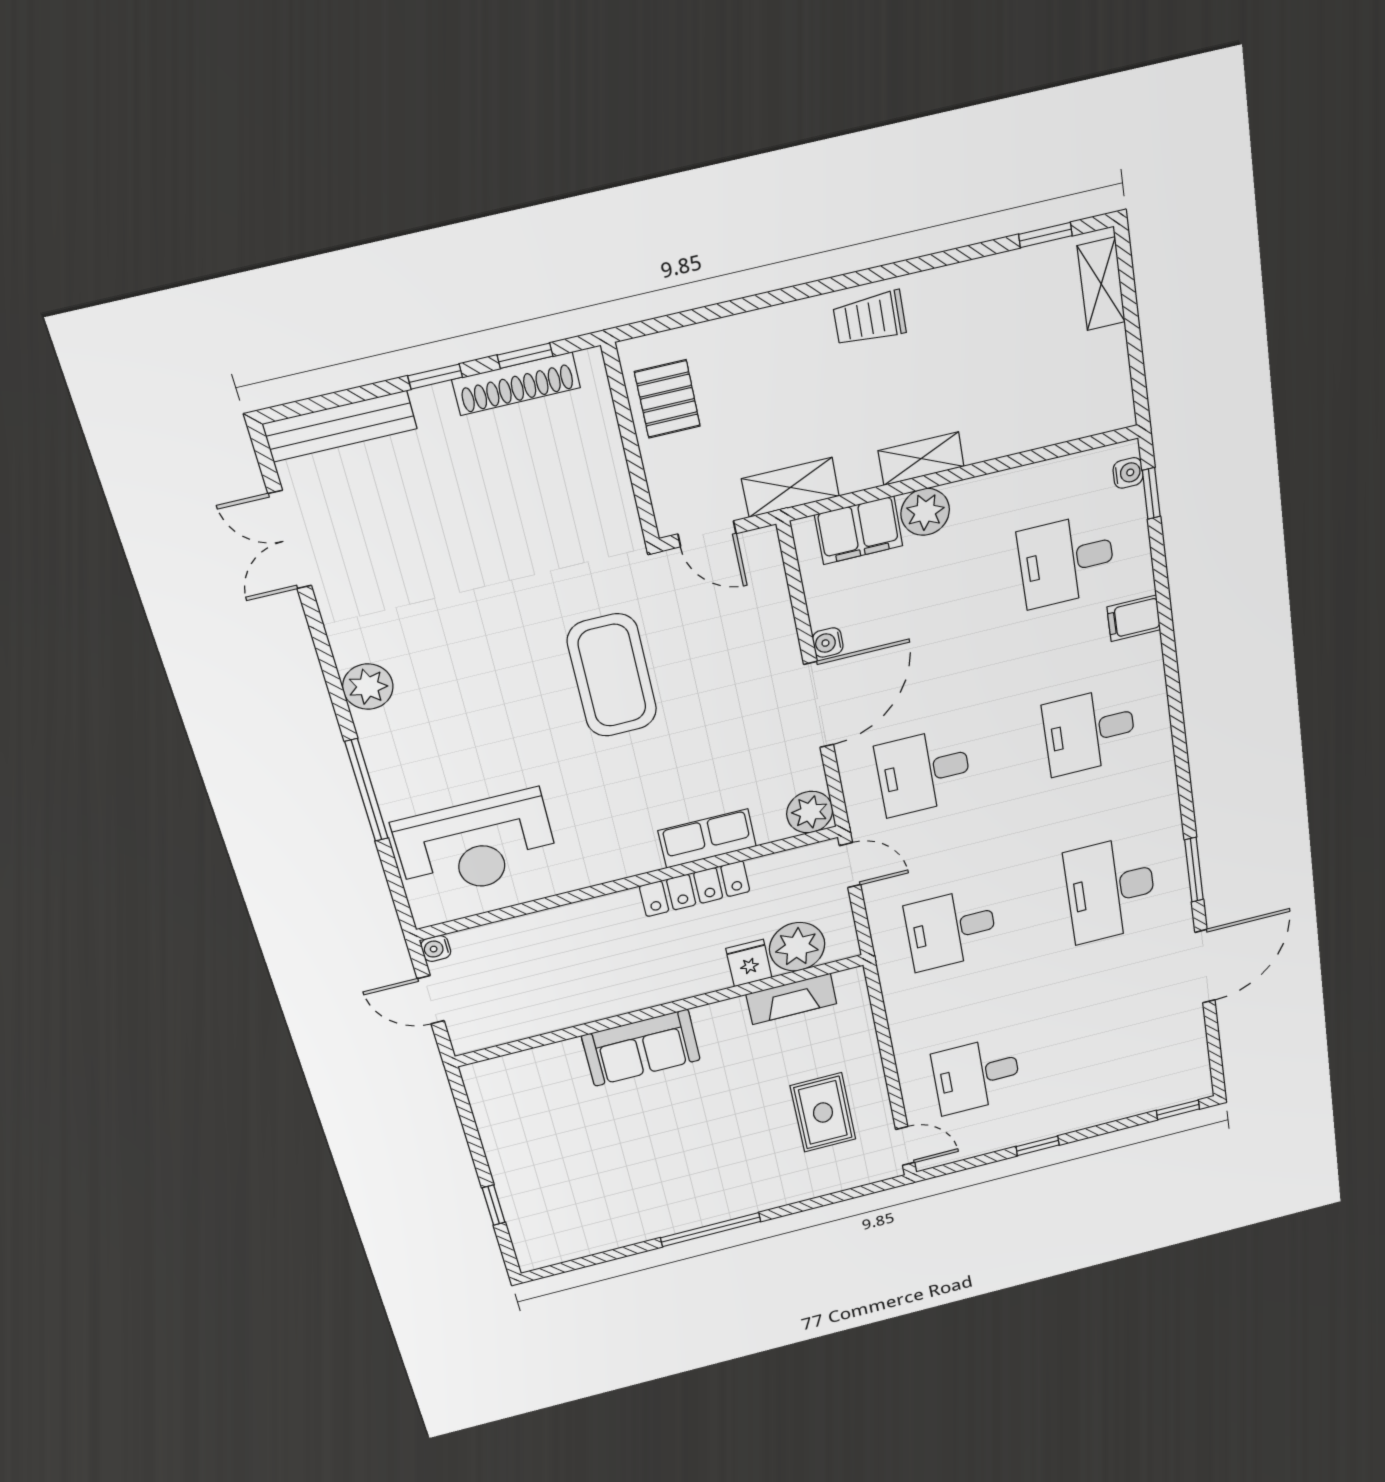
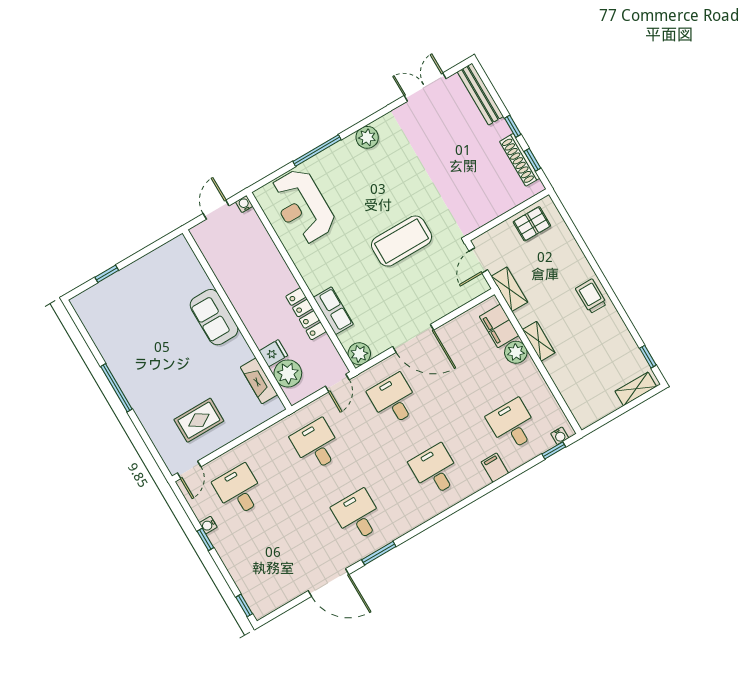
water cooler: (828, 642) -> (208, 525), moved, turned -90
desk: (1111, 889) -> (358, 516), width x0.73

